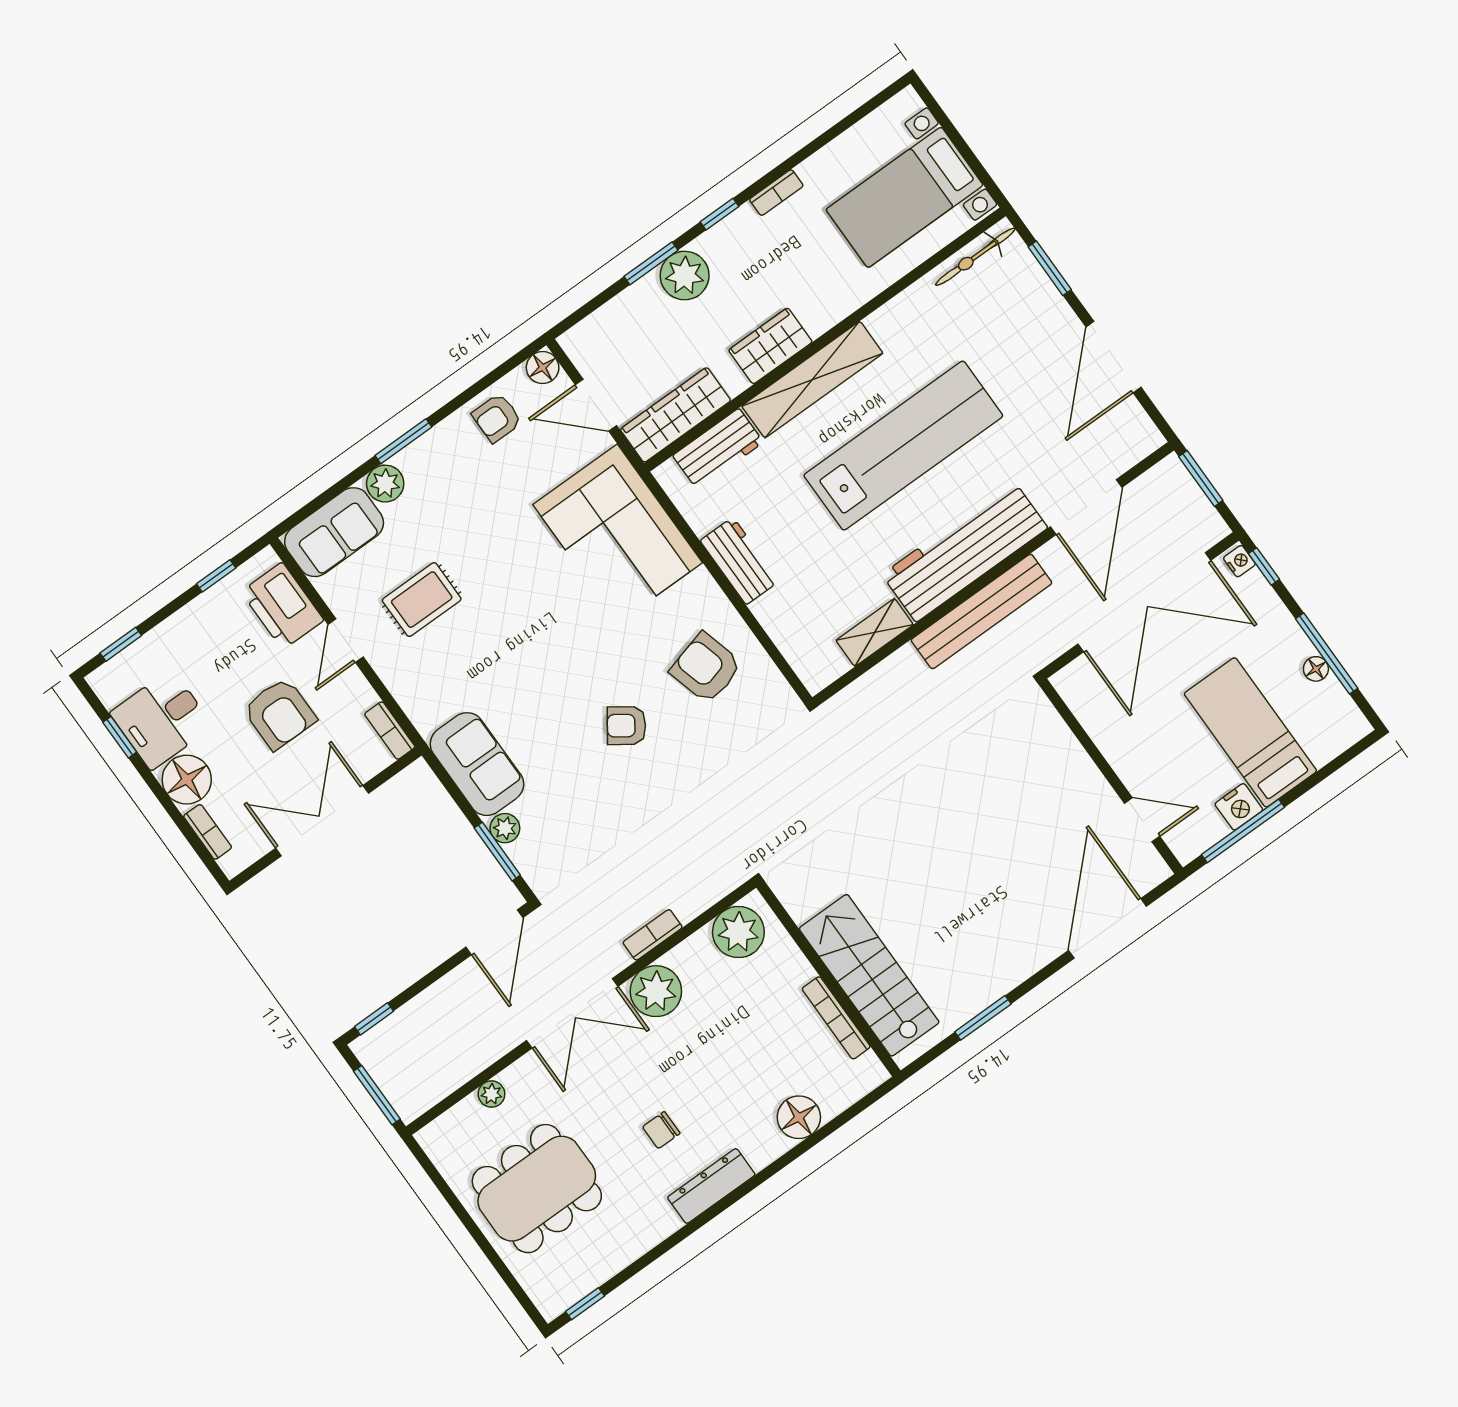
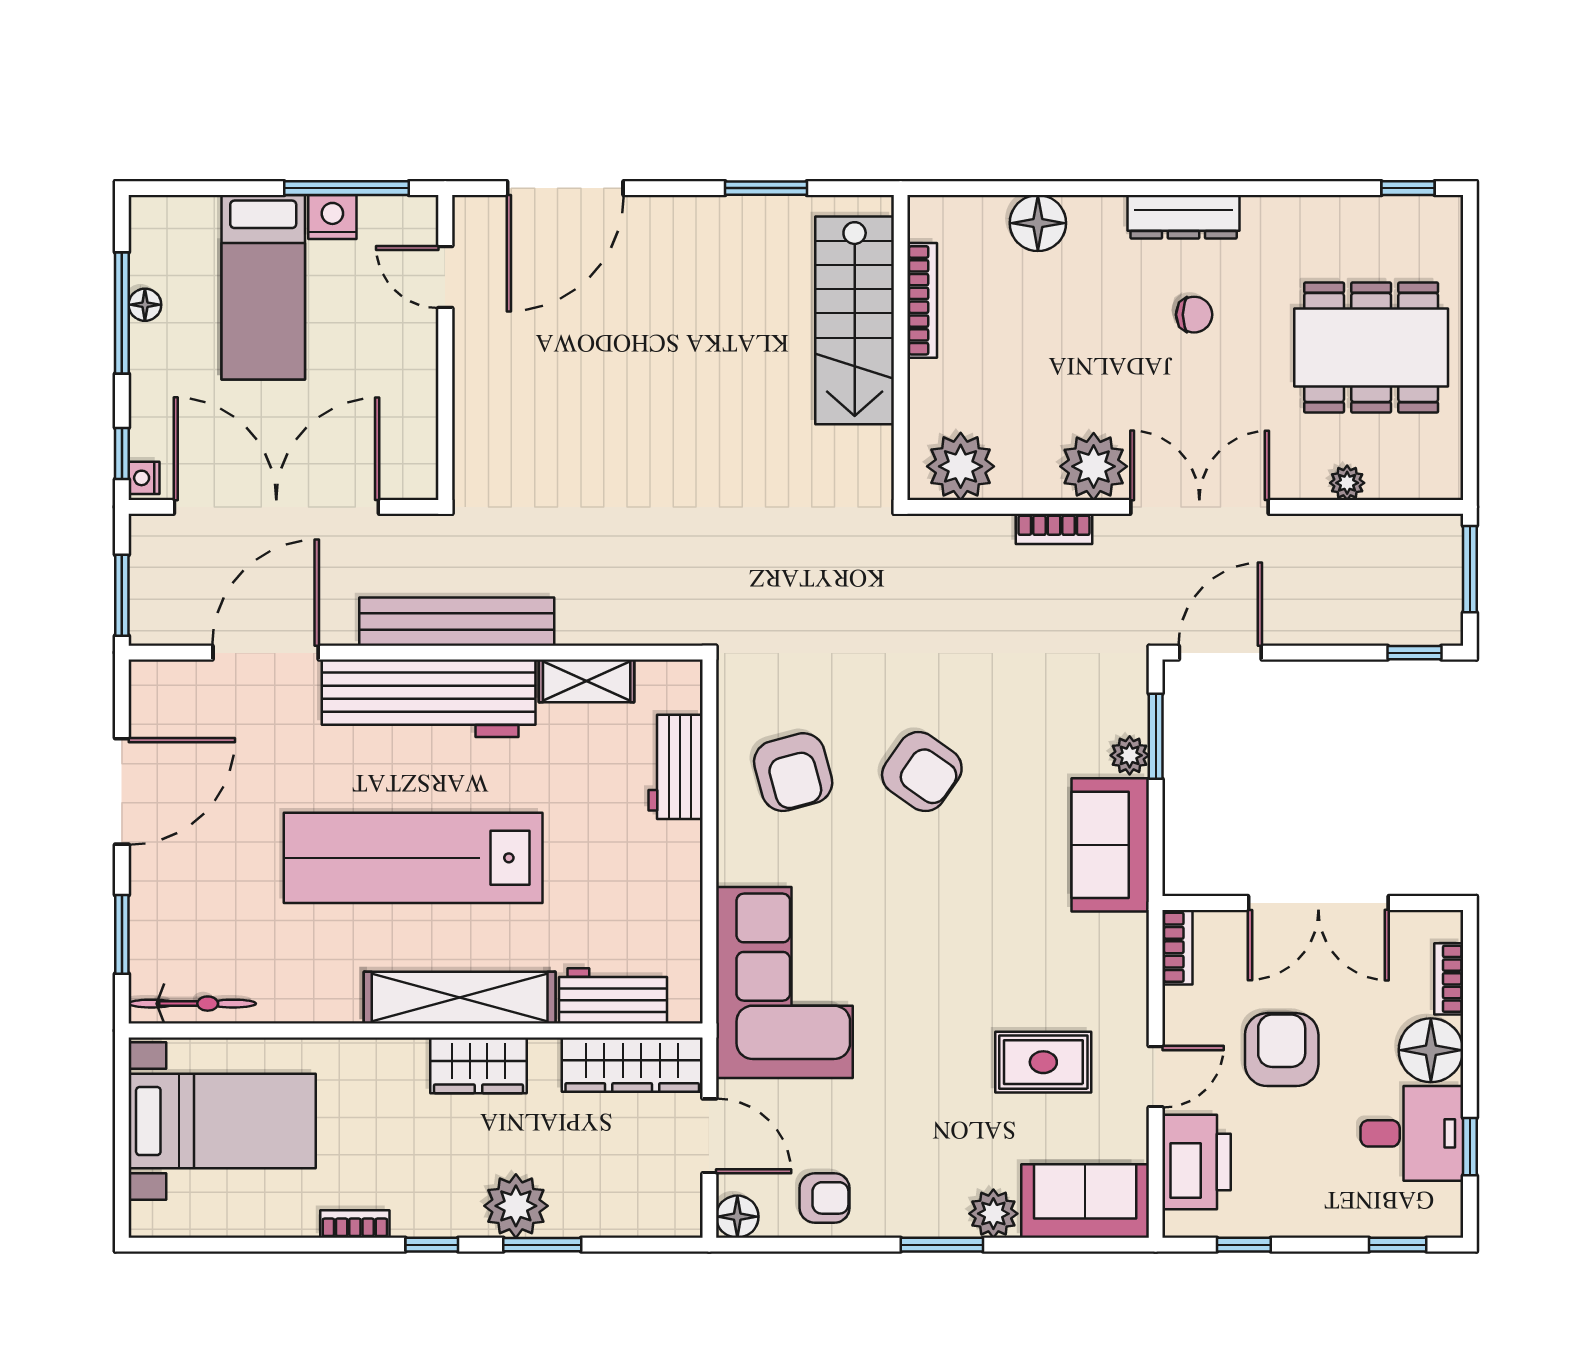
workbench: (740, 561) -> (676, 767), moved
armchair: (626, 726) -> (922, 772), width x1.38, depth x1.38

